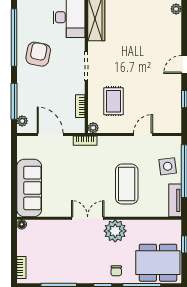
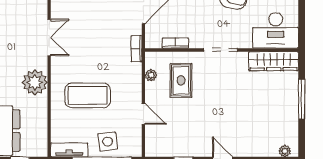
rug: (113, 101) -> (181, 80), turned 90
plant: (93, 128) -> (151, 75), moved
double door: (88, 218) -> (49, 38), moved

